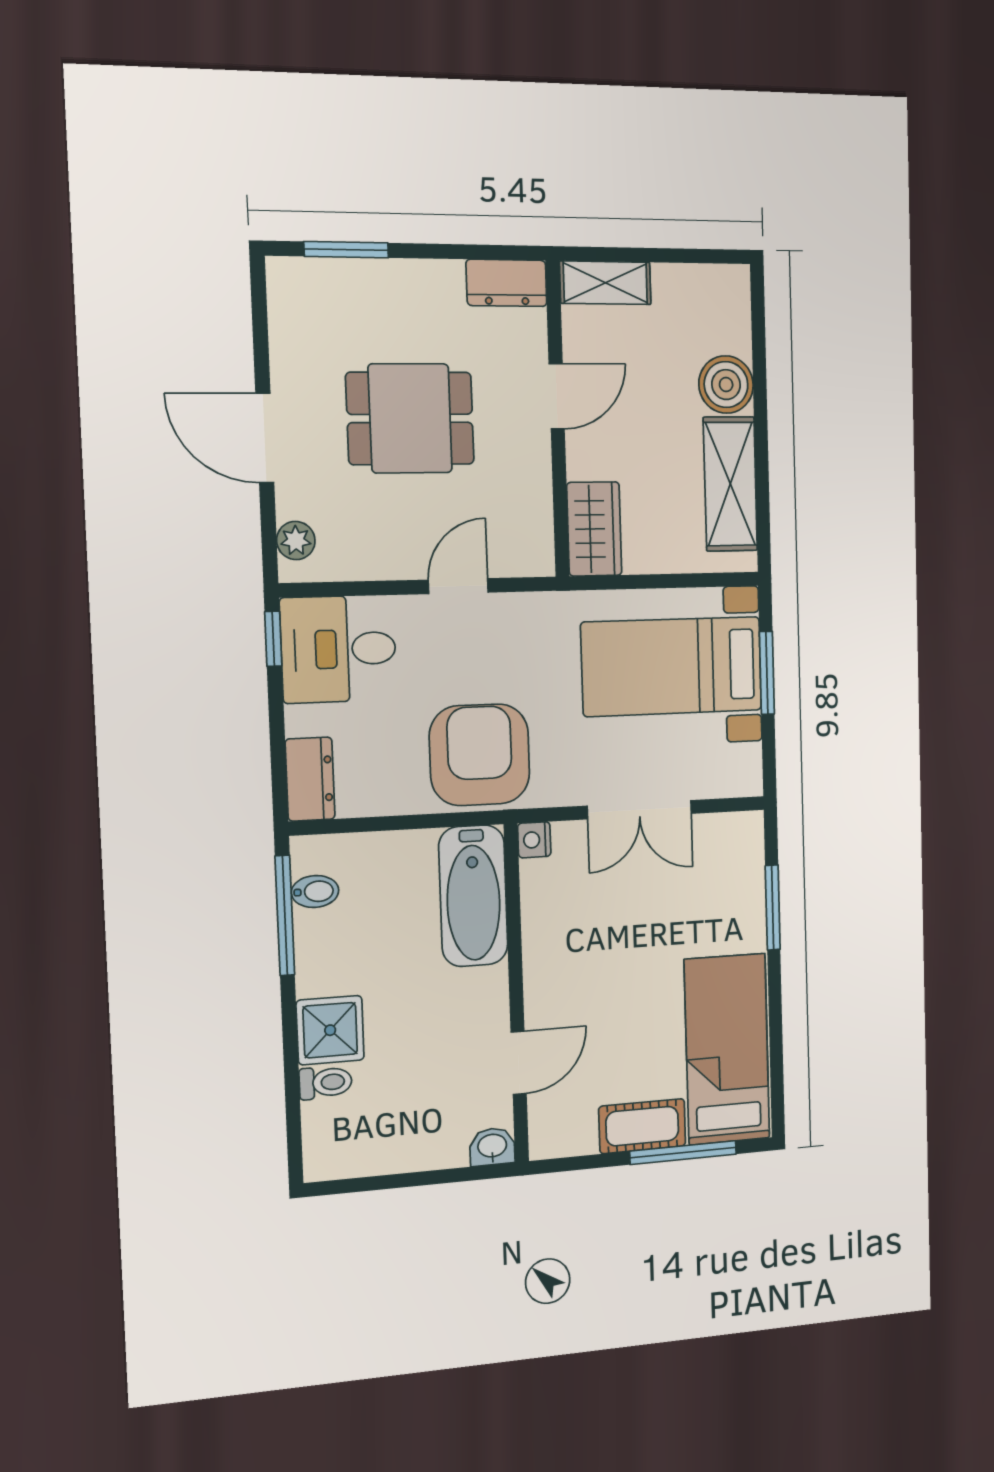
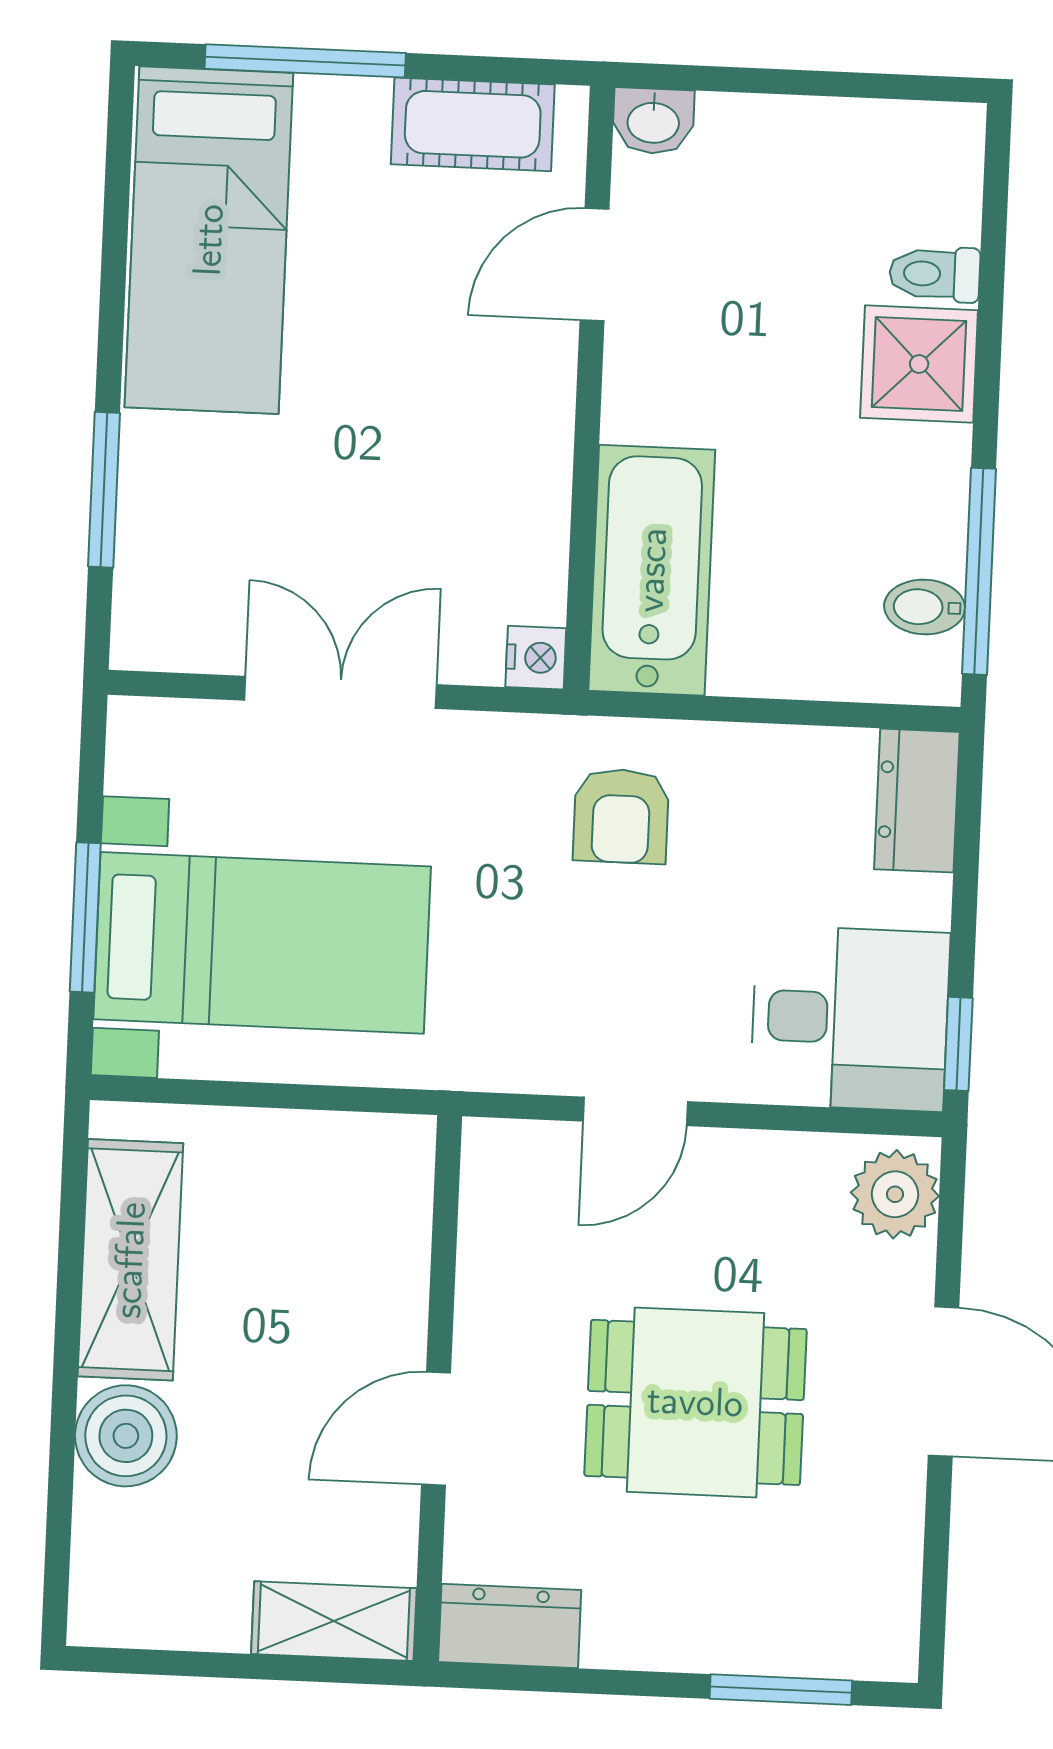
wardrobe: (594, 529) -> (386, 1195), removed
plant: (296, 541) -> (895, 1194), width x1.38, depth x1.38
armchair: (480, 755) -> (621, 816), width x0.53, depth x0.53
cot: (642, 1126) -> (473, 124), moved

